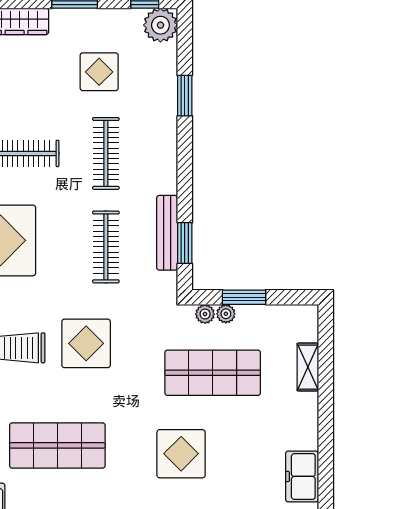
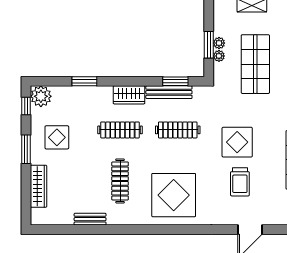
display table: (99, 72) -> (57, 137), moved
wardrobe: (163, 168) -> (129, 95), added
plant: (205, 314) -> (219, 43), moved

